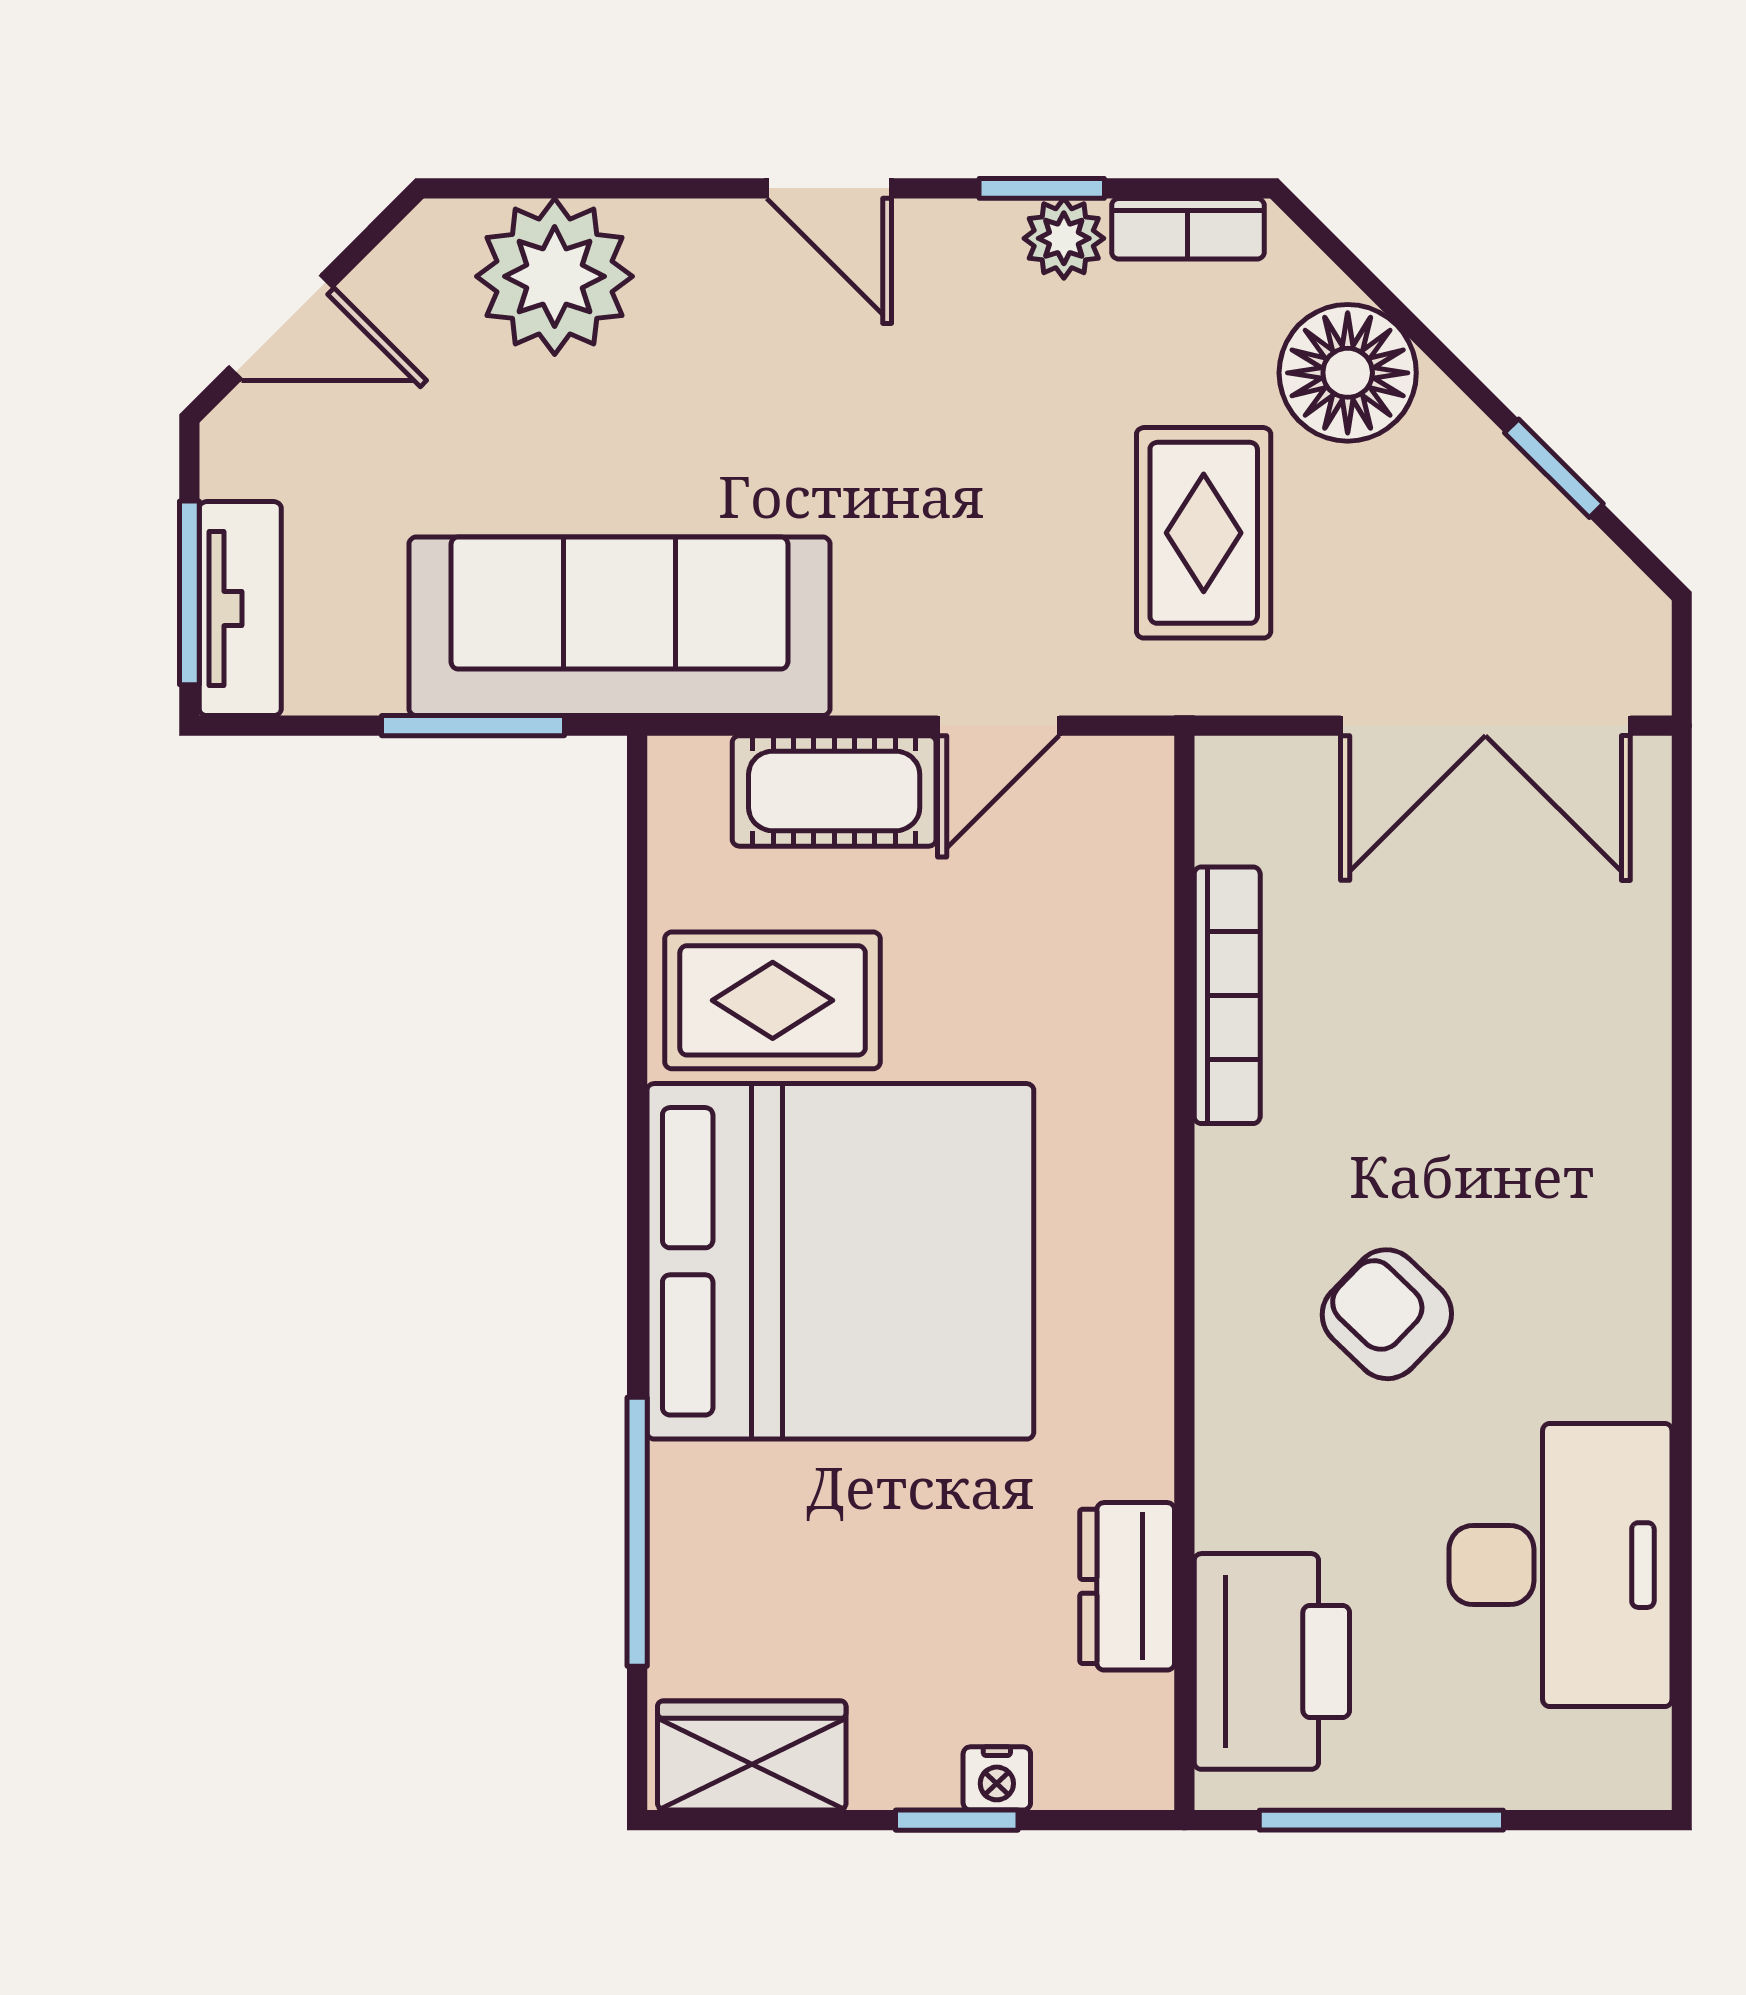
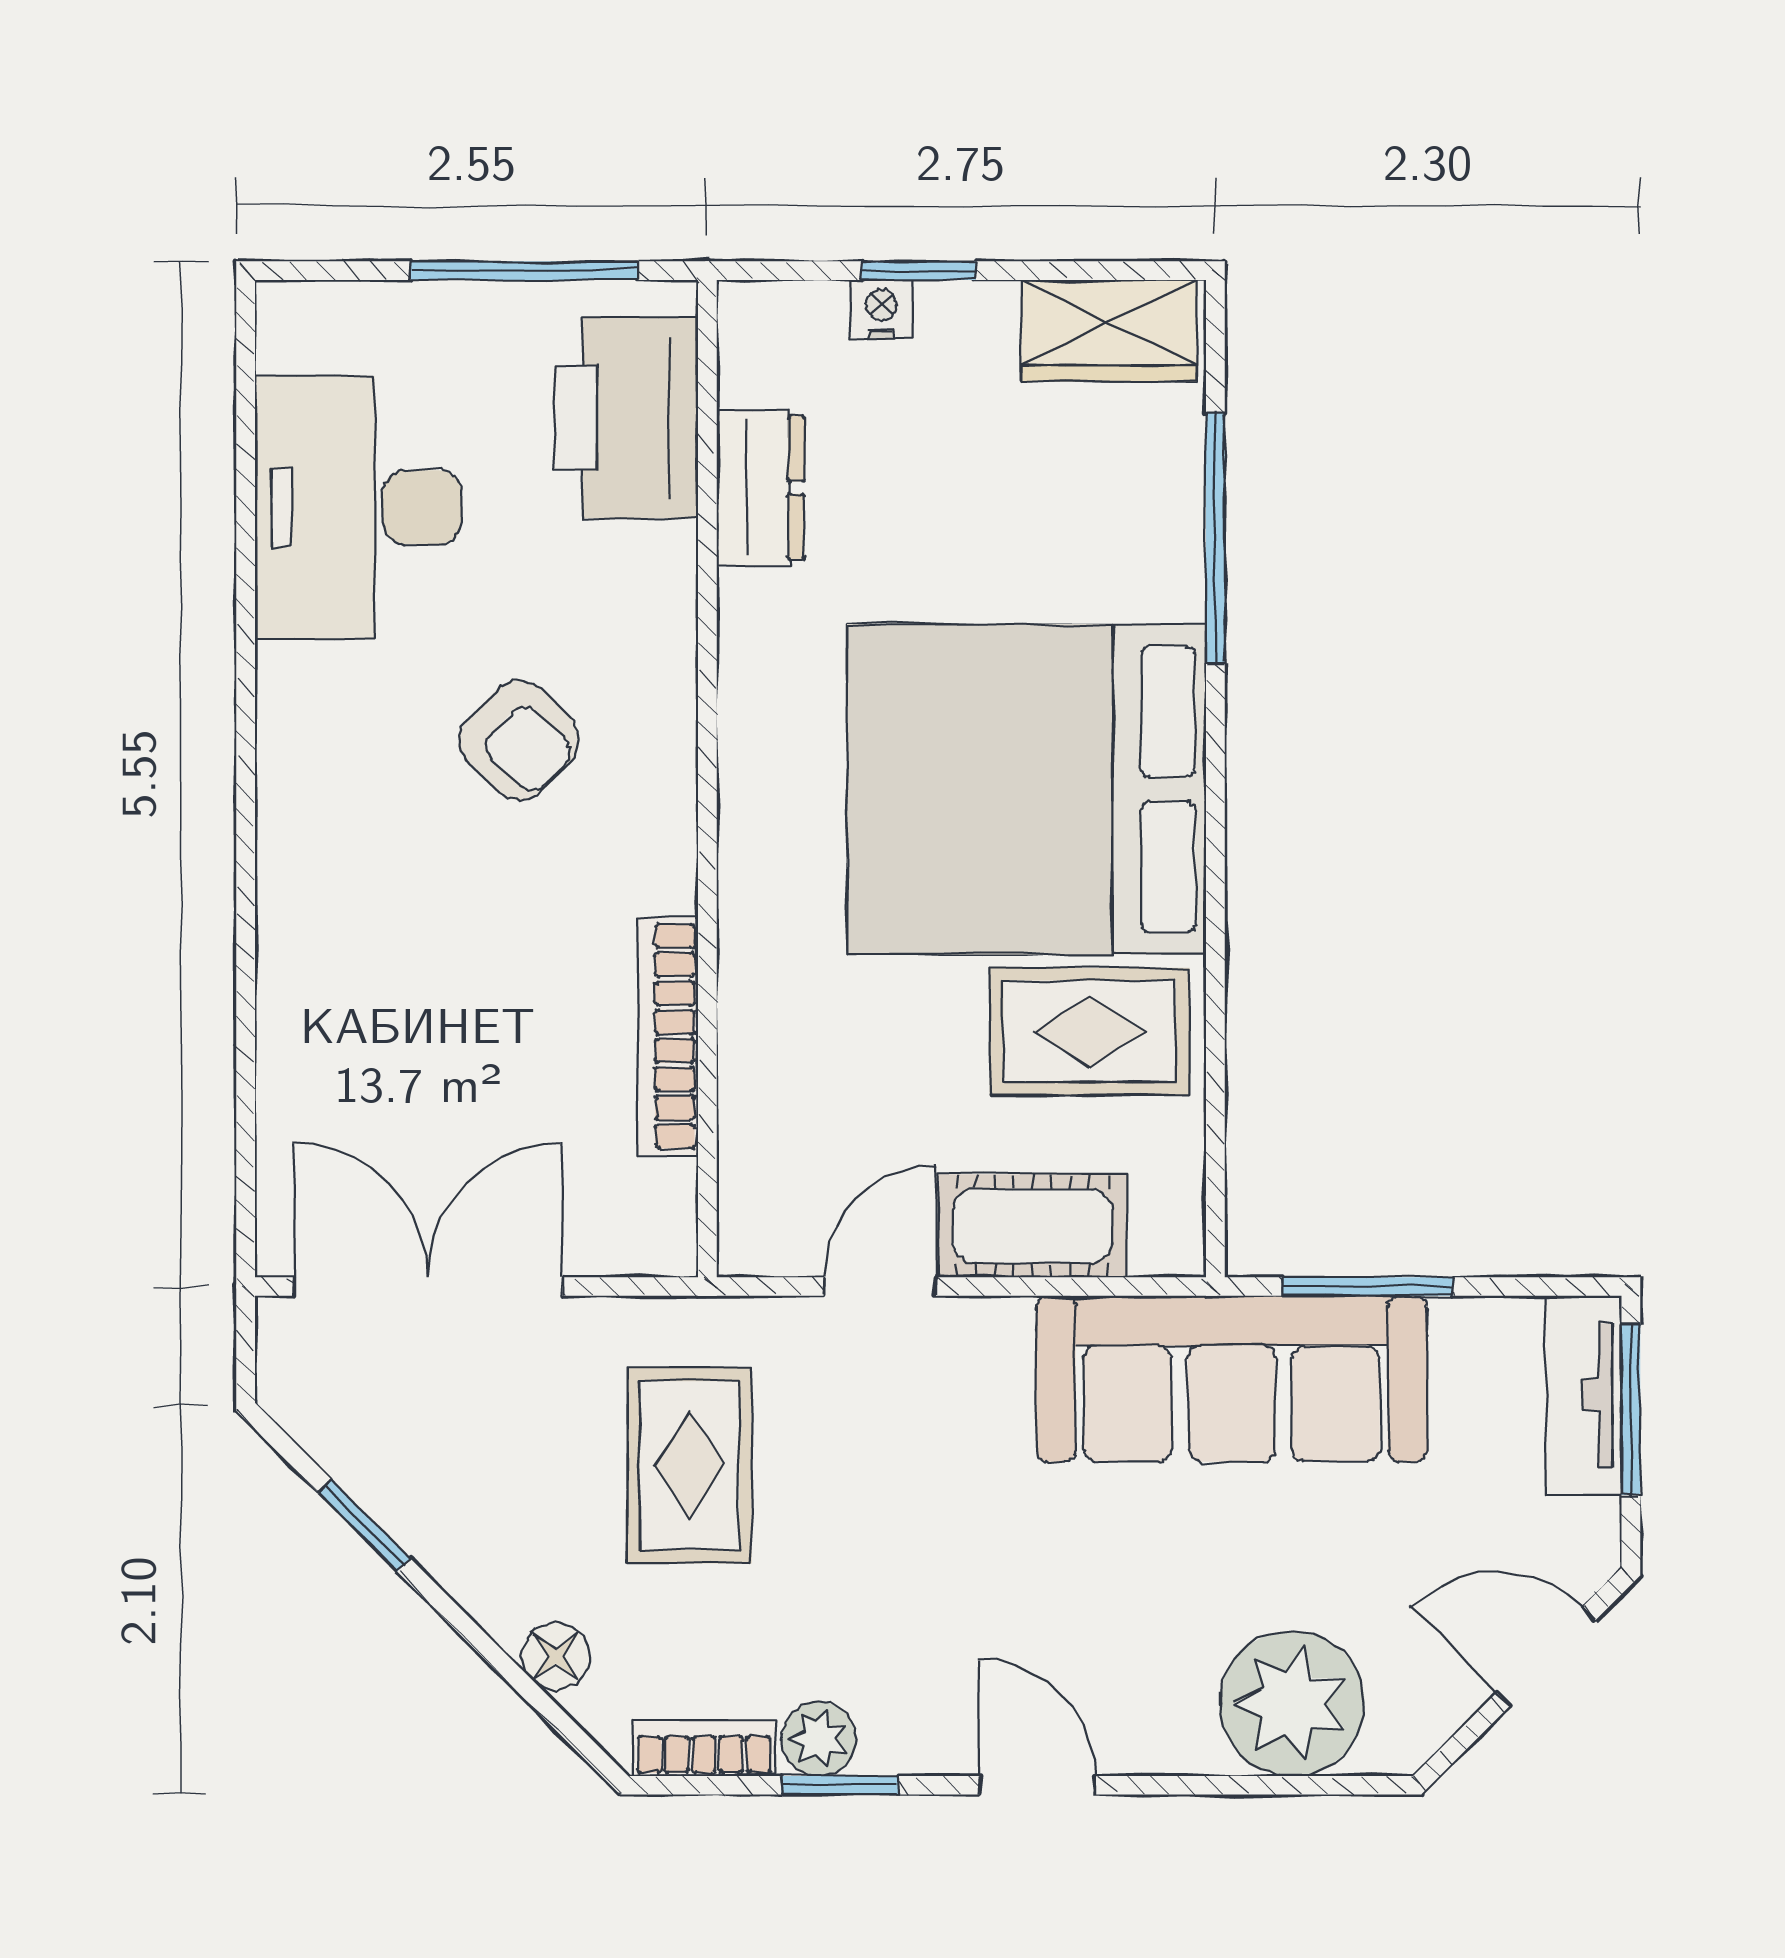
floor lamp: (1348, 373) -> (556, 1656), width x0.53, depth x0.53

